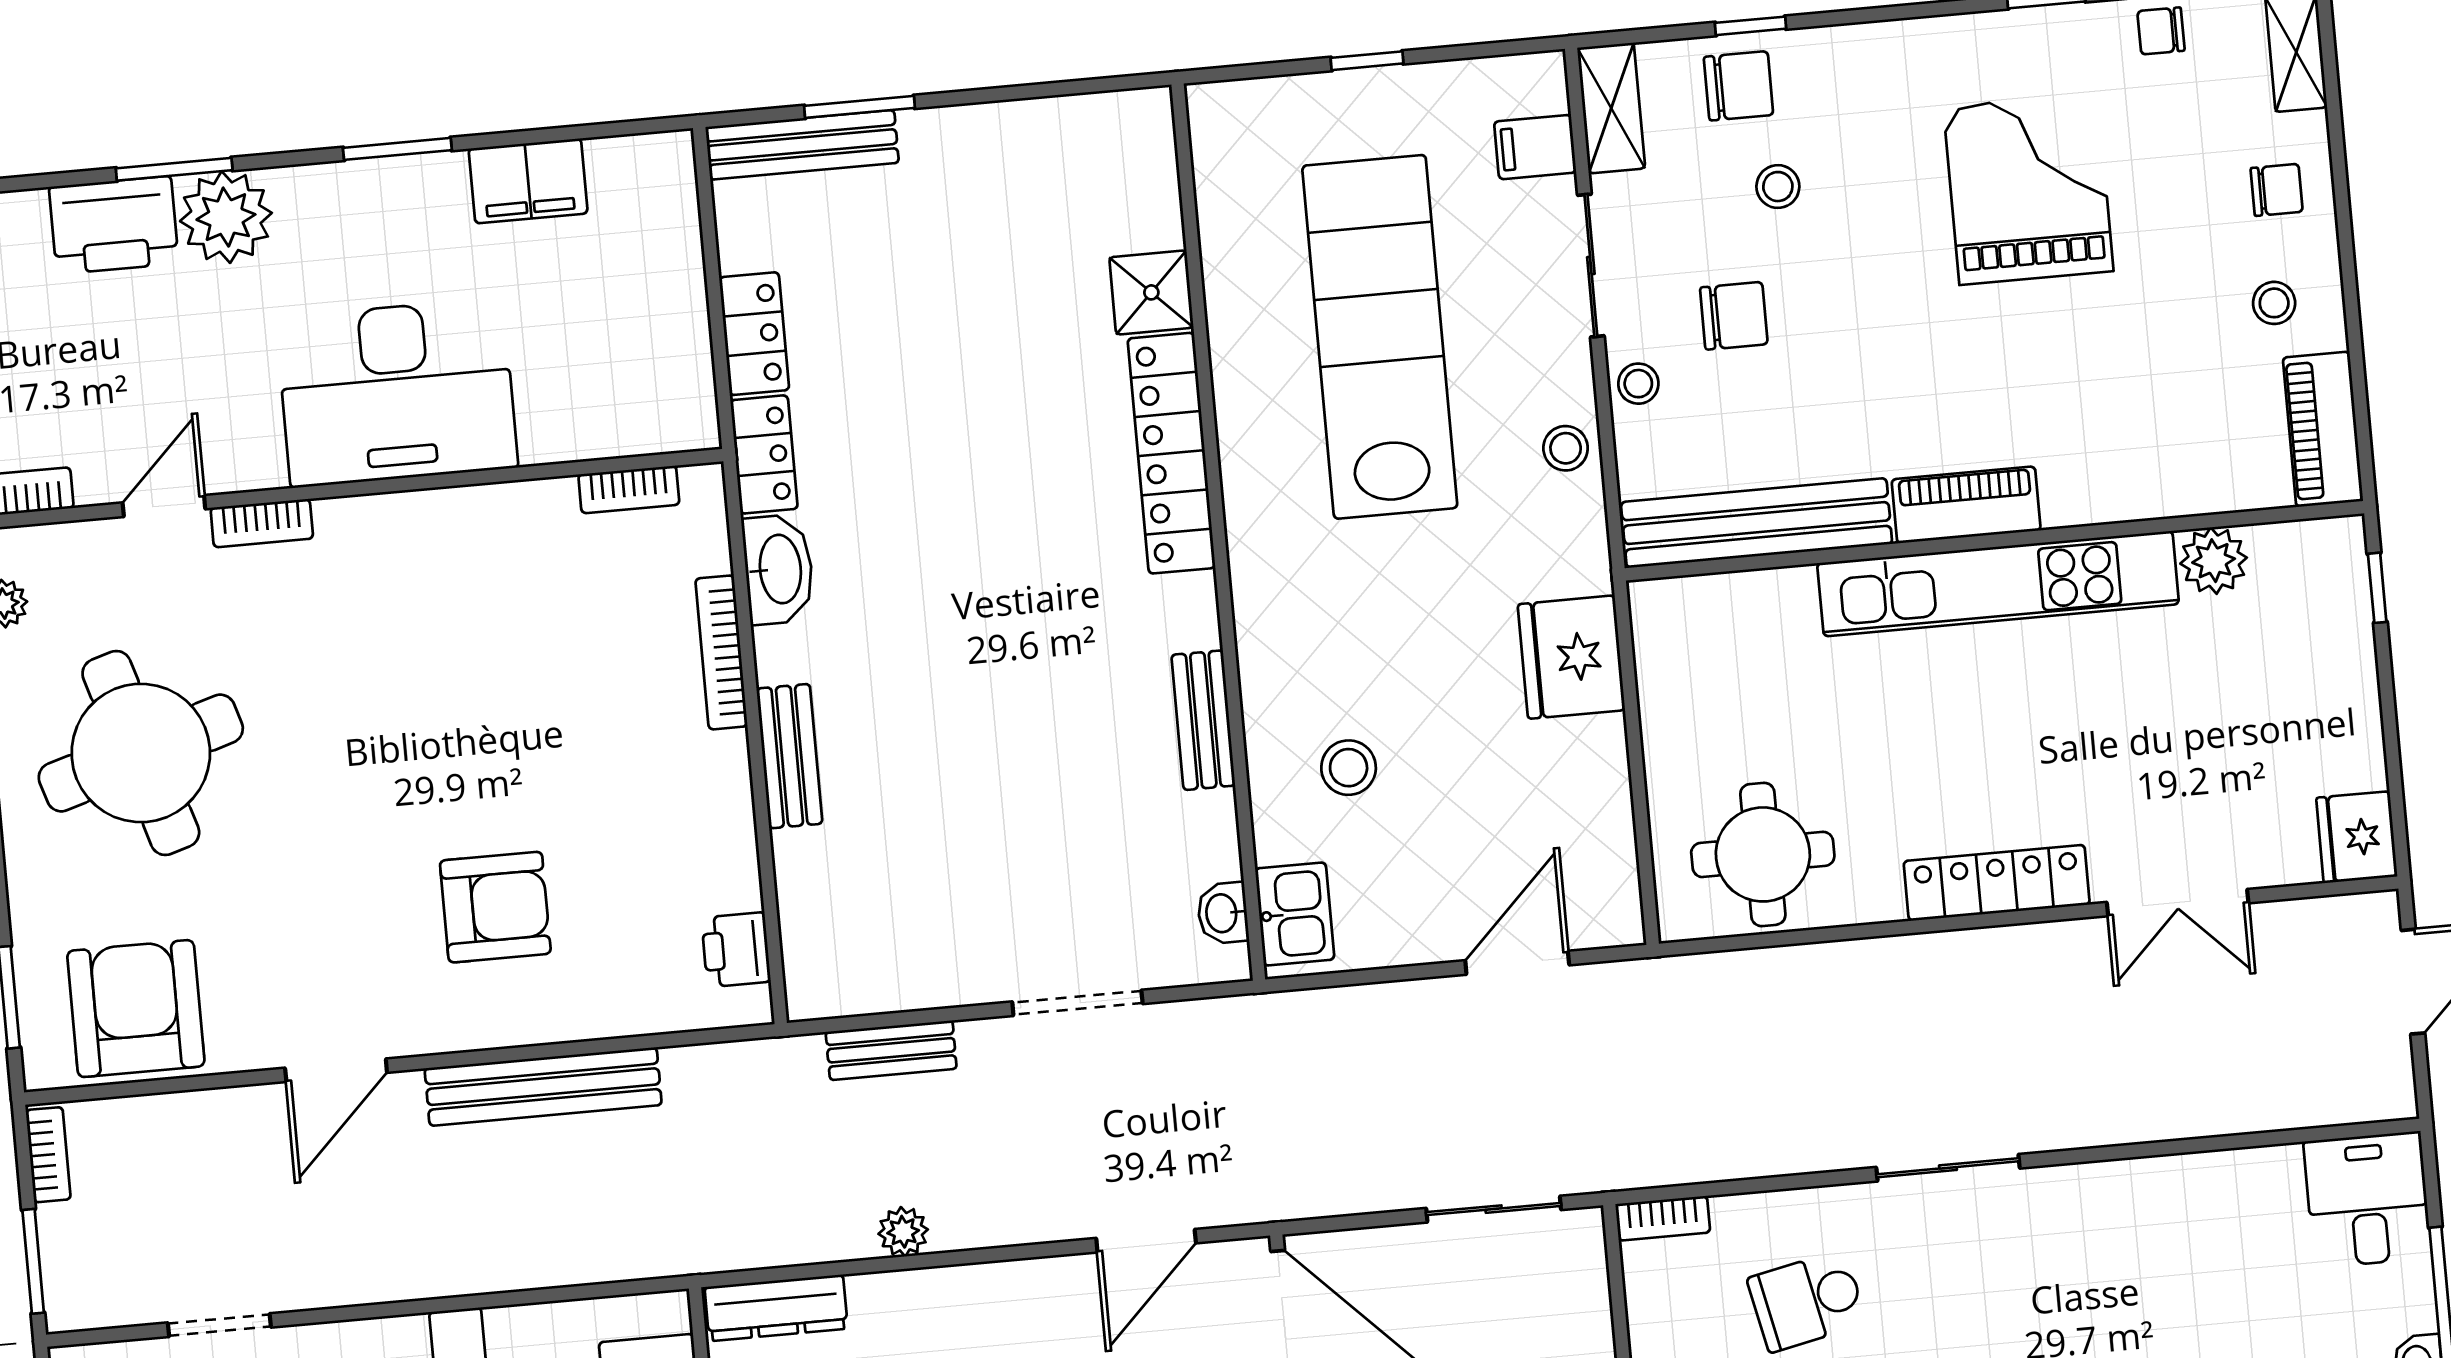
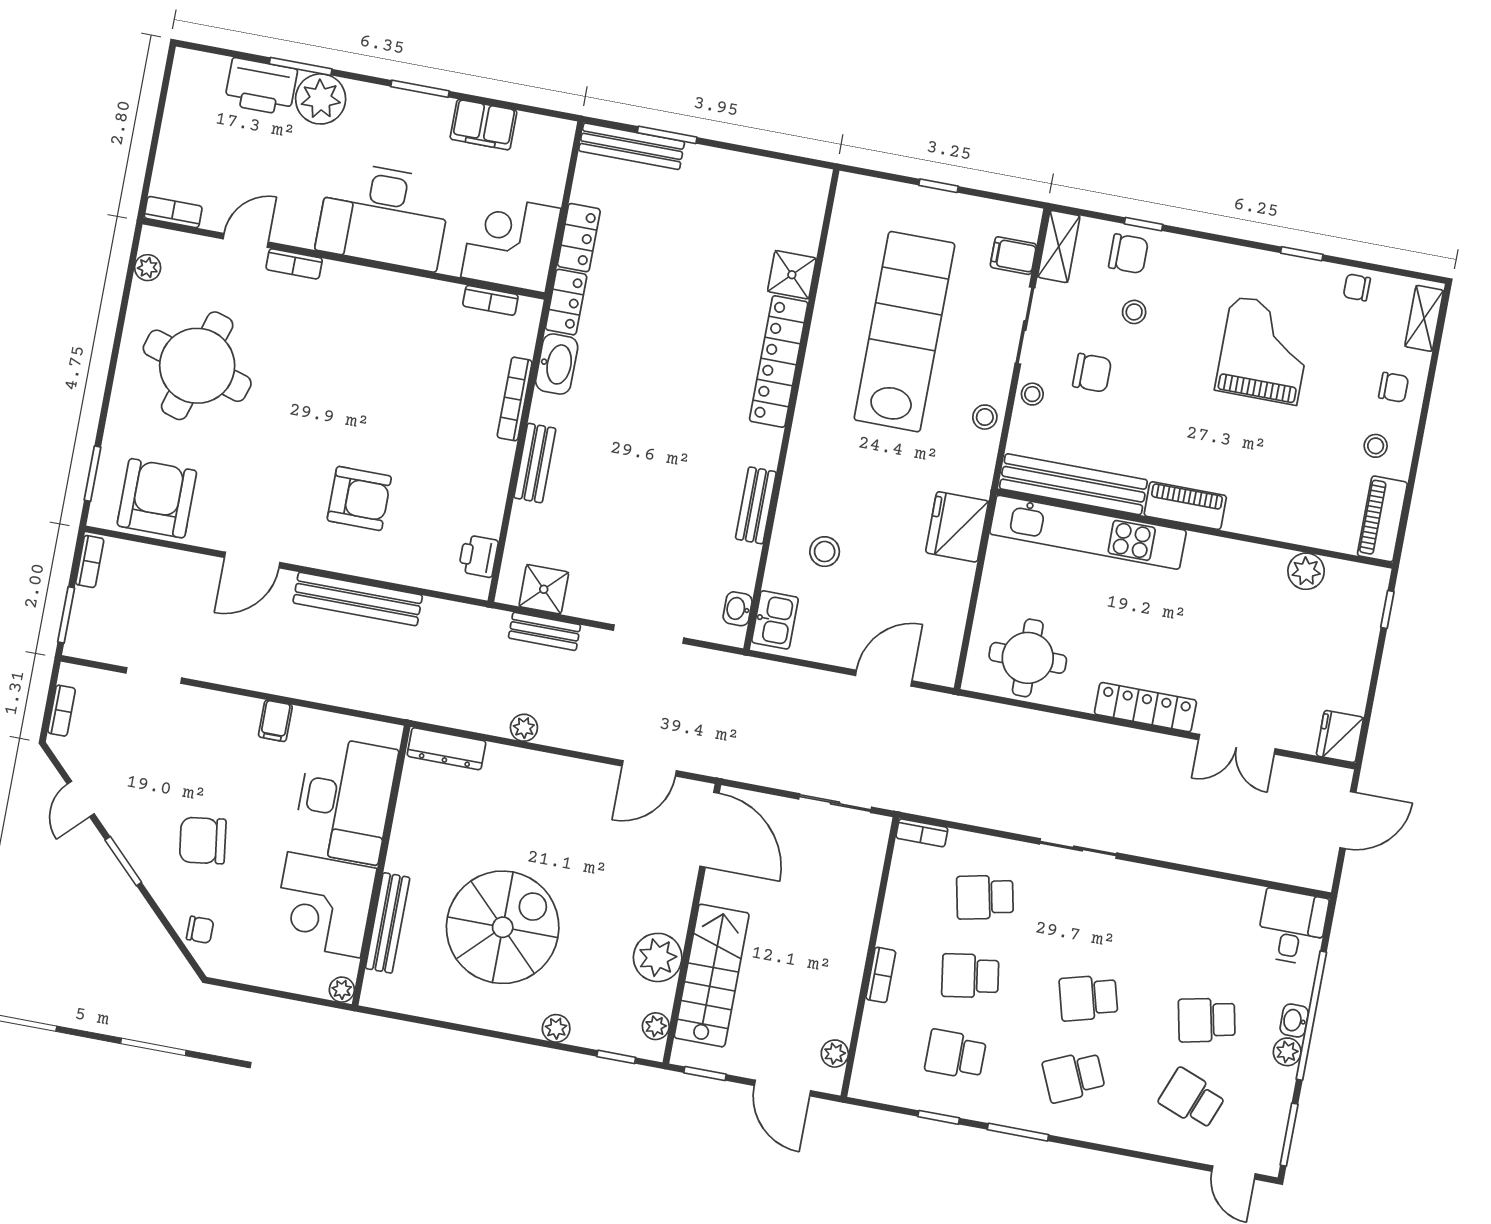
corner desk: (636, 377) -> (511, 243), added
kitchen unit: (1998, 584) -> (1088, 532), moved
round table: (141, 753) -> (197, 366), turned 34
shower: (869, 976) -> (544, 589), added

